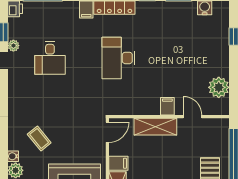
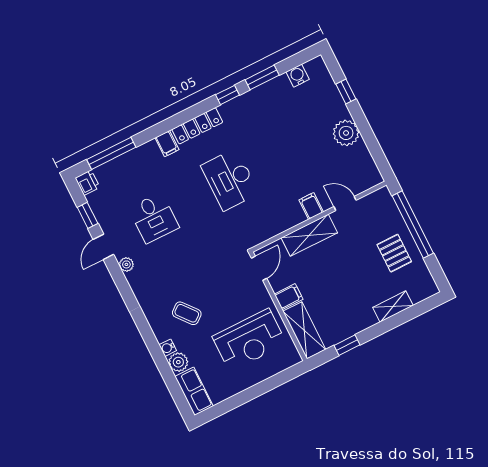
plant: (13, 46) -> (126, 264), moved
plant: (219, 87) -> (346, 133), moved

